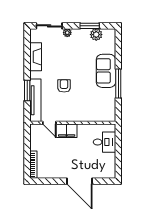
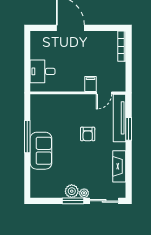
window: (90, 26) -> (73, 201), moved
plant: (96, 35) -> (72, 191), moved
door: (49, 123) -> (104, 93), swing flipped
filing cabinet: (67, 131) -> (90, 84), width x0.50

